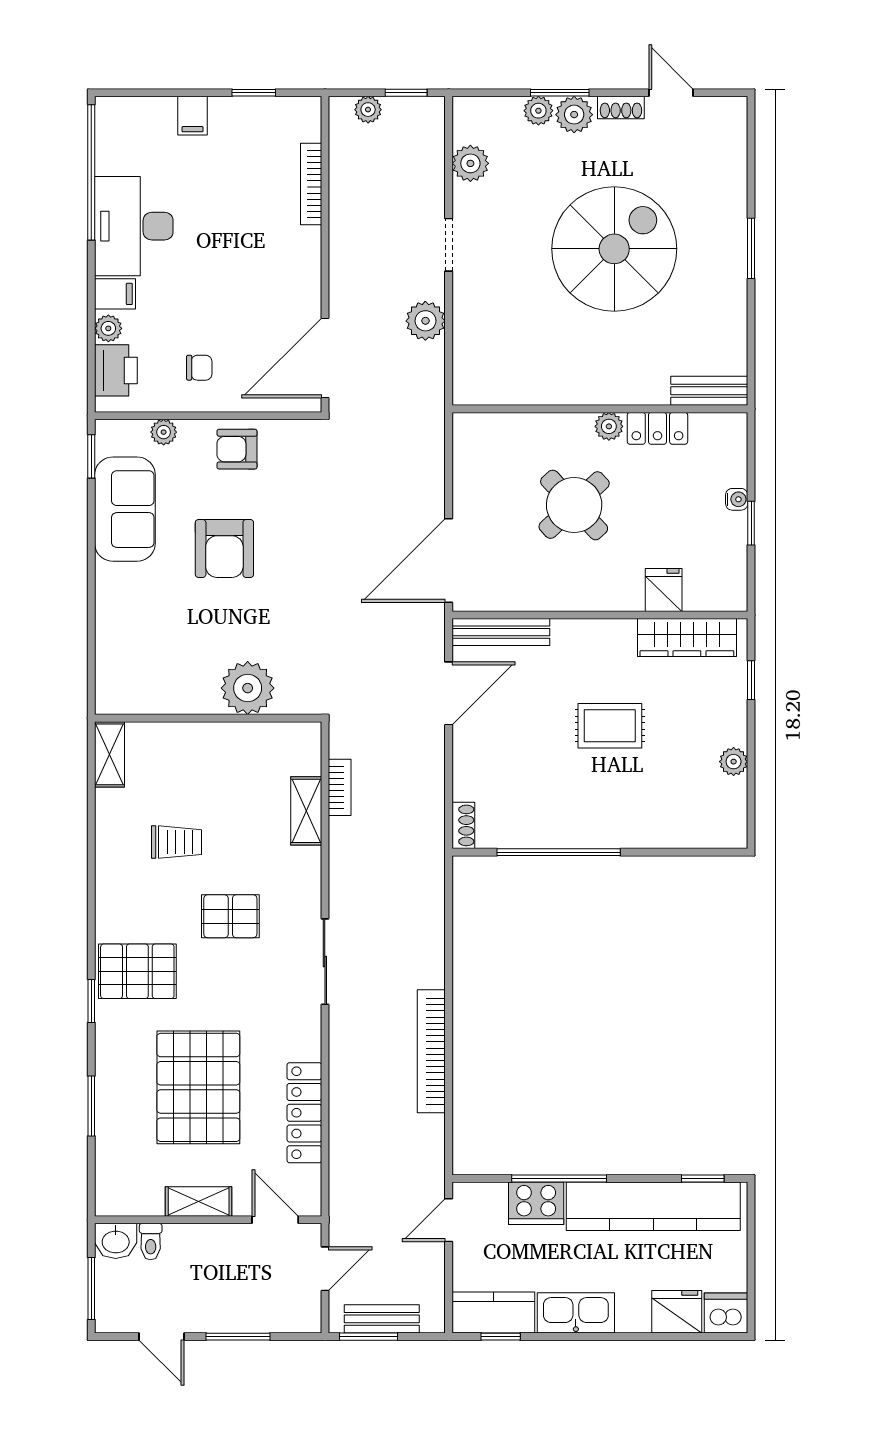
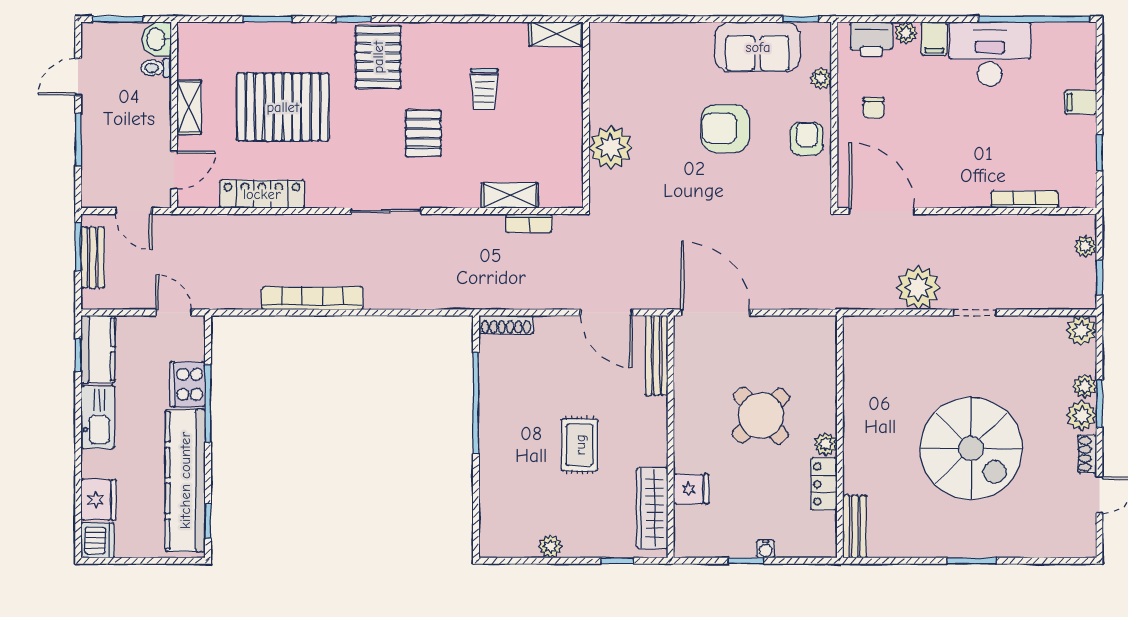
plant: (470, 163) -> (1082, 330), moved
plant: (425, 321) -> (918, 288), width x1.36, depth x1.36
shoe rack: (463, 825) -> (506, 325), width x1.43

